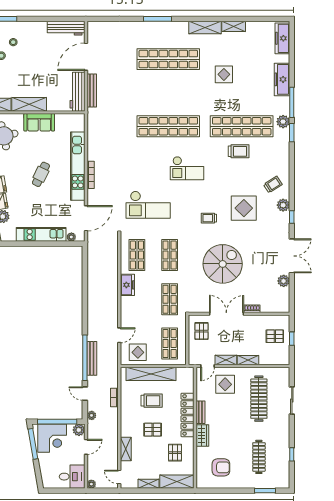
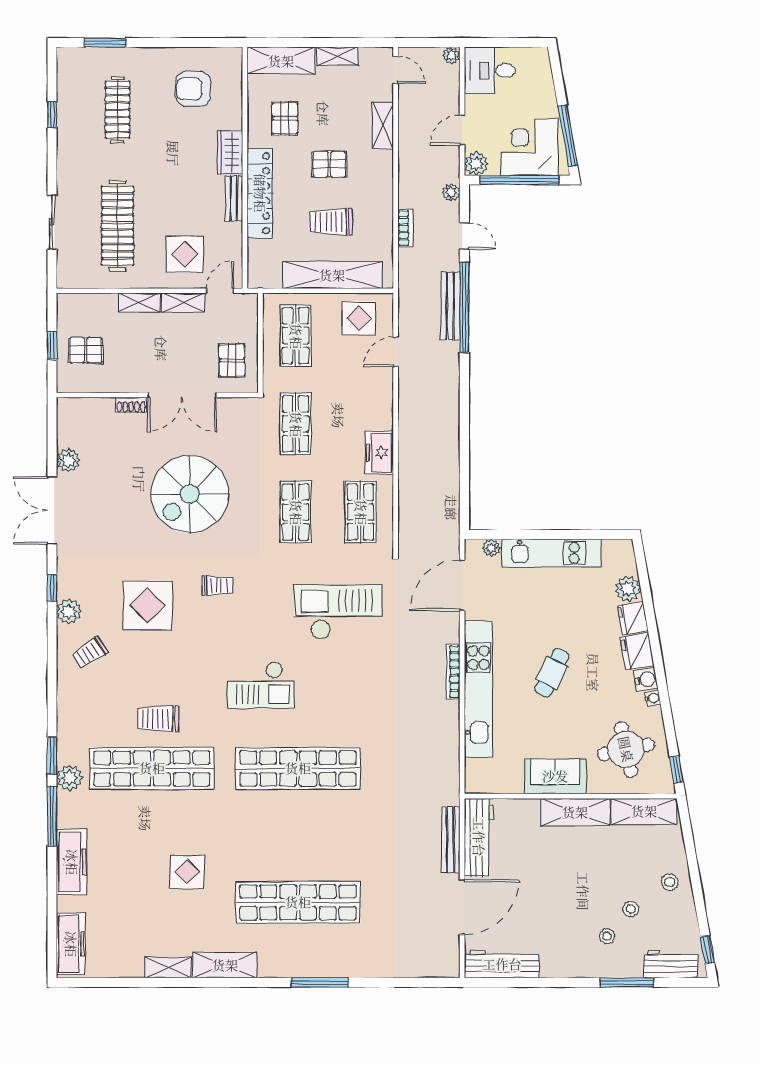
checkout: (187, 168) -> (261, 685), turned 180

